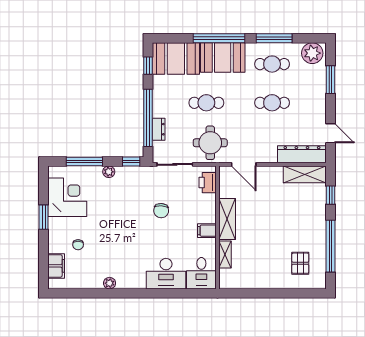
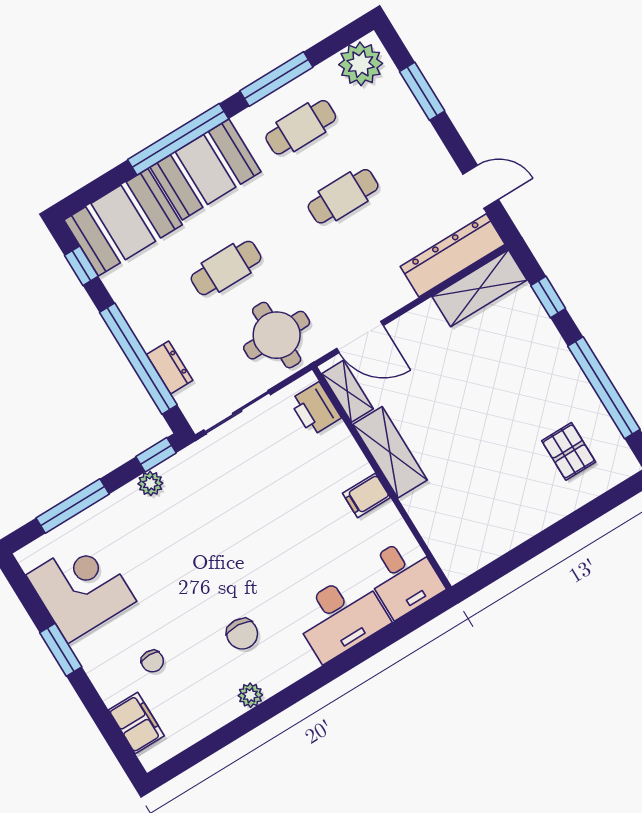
plant: (109, 172) -> (150, 483), moved
chair: (161, 211) -> (242, 634), moved
shelving: (225, 254) -> (347, 391), moved

